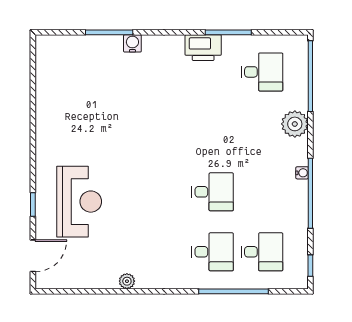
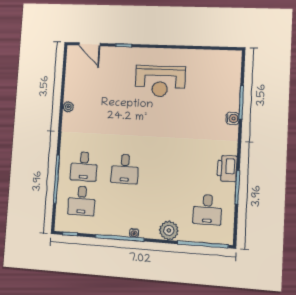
reception desk: (79, 202) -> (160, 81), moved

